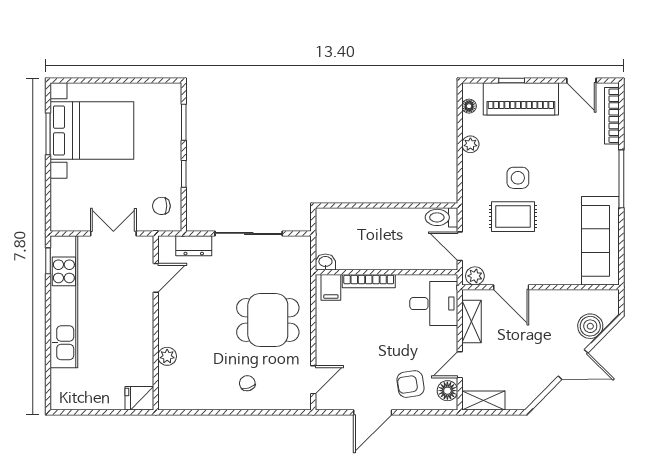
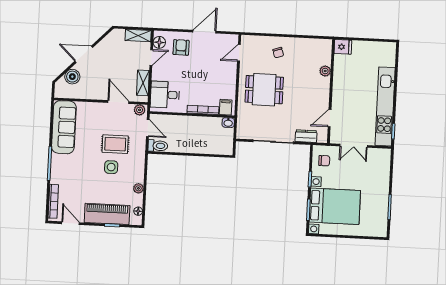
bed with nightstands: (92, 131) -> (335, 206), moved, turned 180
armchair: (410, 384) -> (181, 47), turned -81

